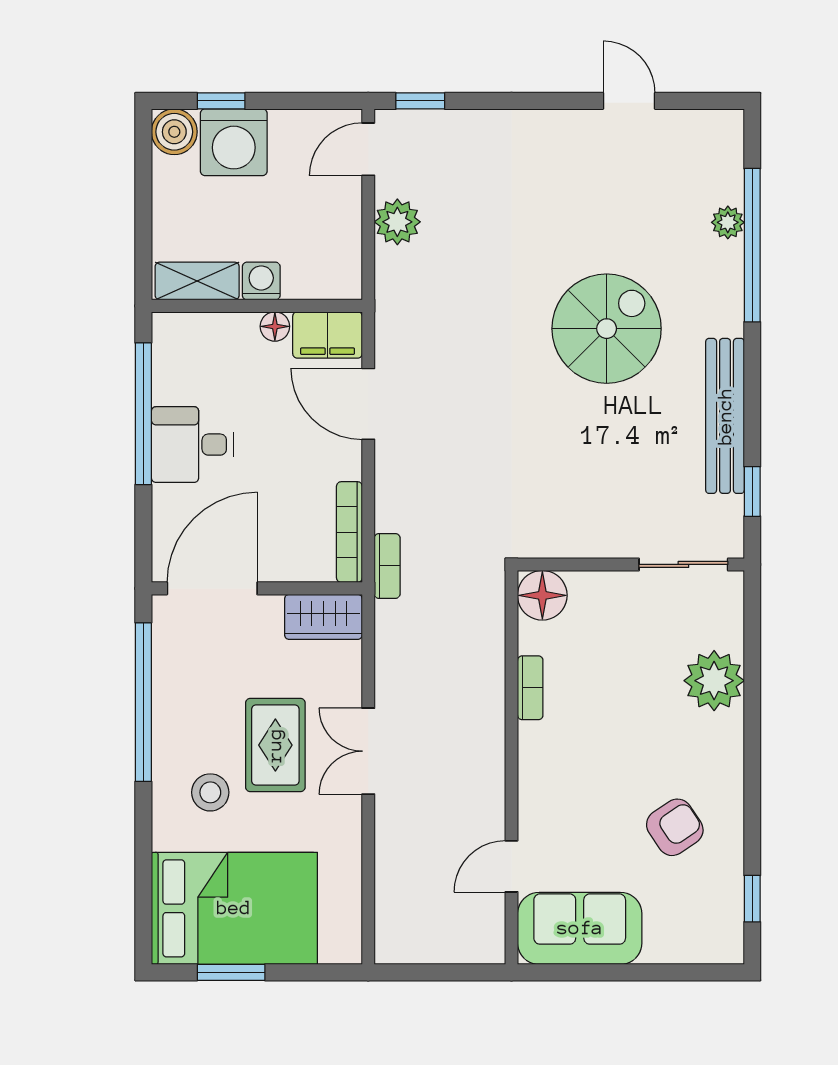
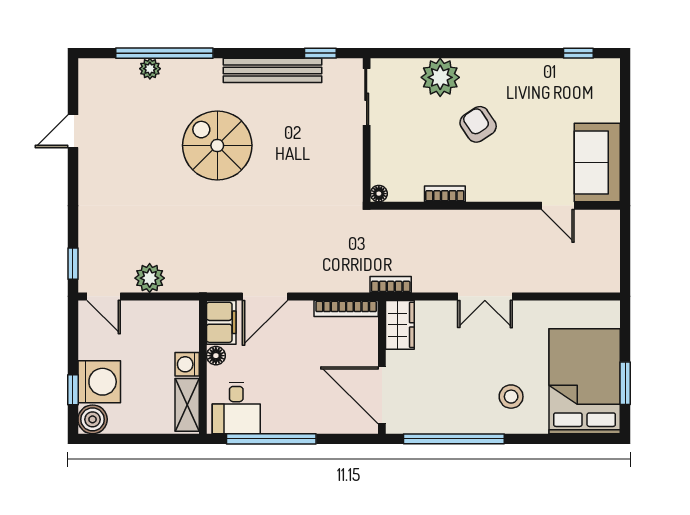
desk: (192, 445) -> (236, 408), moved
bookcase: (387, 566) -> (391, 284), moved
floor lamp: (542, 595) -> (379, 194), width x0.53, depth x0.53
rug: (275, 745) -> (481, 355), removed
armchair: (675, 827) -> (478, 124), moved

